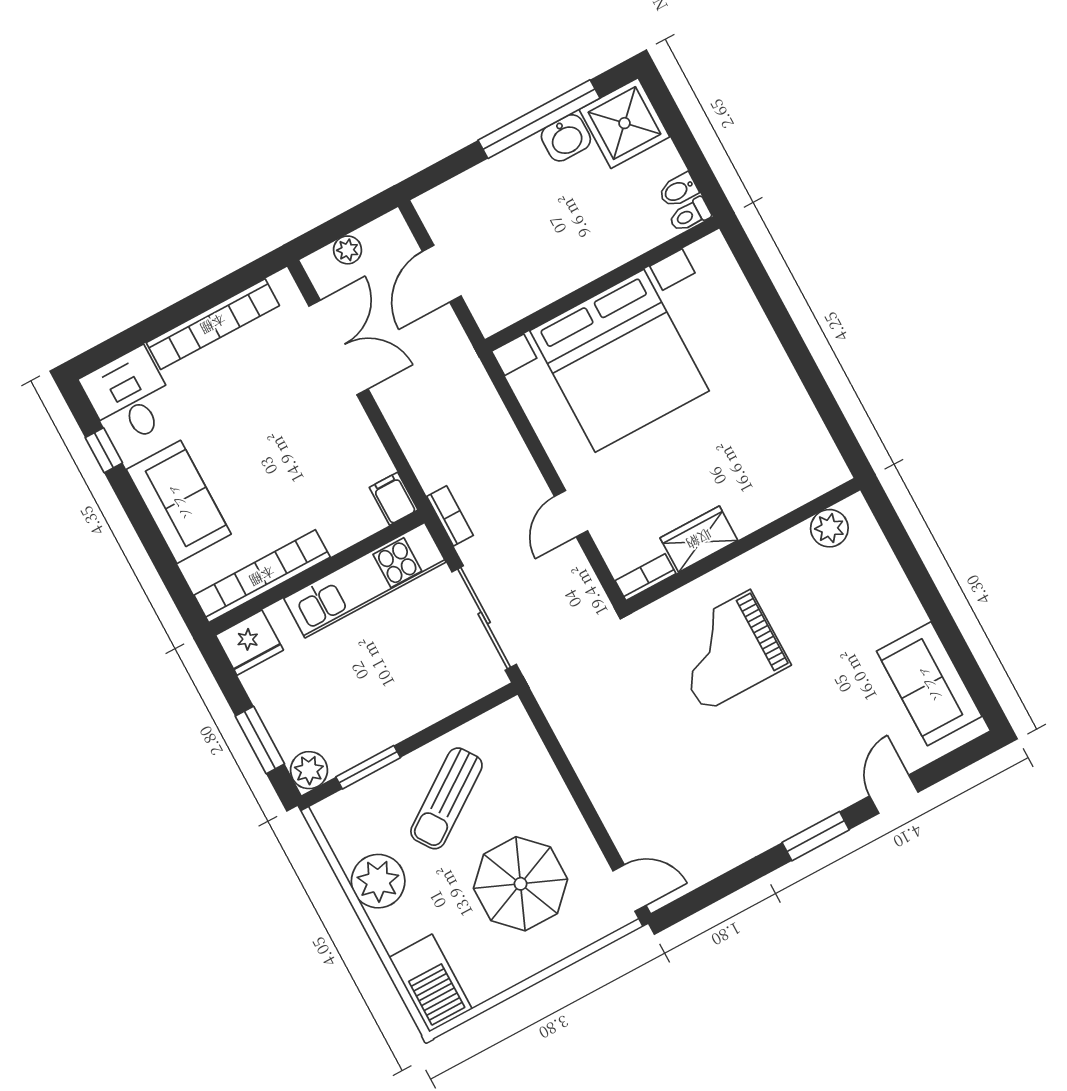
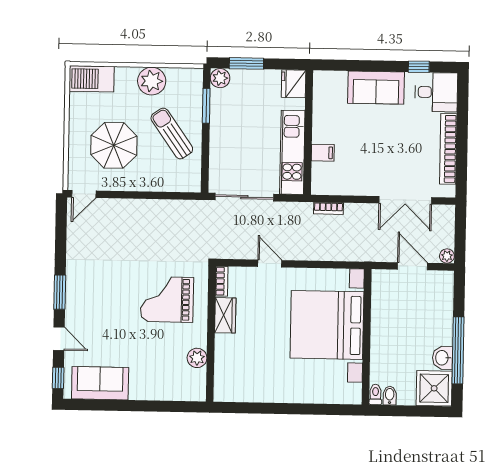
plant: (348, 250) -> (447, 256), moved
filing cabinet: (394, 499) -> (323, 153), moved
bookcase: (450, 516) -> (328, 208), moved
plant: (829, 528) -> (197, 358), moved
bookcase: (262, 576) -> (321, 107), removed
grand piano: (727, 651) -> (167, 299), turned -90
window: (960, 759) -> (58, 378), added

